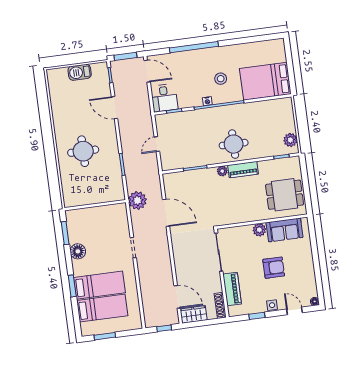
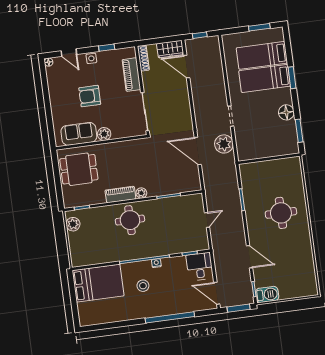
barbecue: (80, 72) -> (267, 294), moved
plant: (137, 200) -> (224, 144), moved

